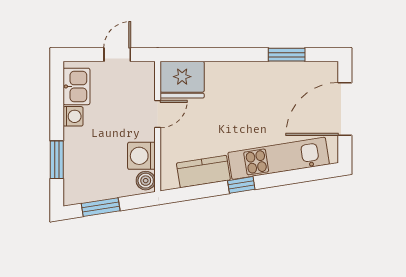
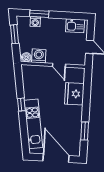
fridge: (182, 80) -> (74, 94), moved
washing machine: (73, 116) -> (35, 22), moved
kitchen counter: (203, 171) -> (29, 86), removed

